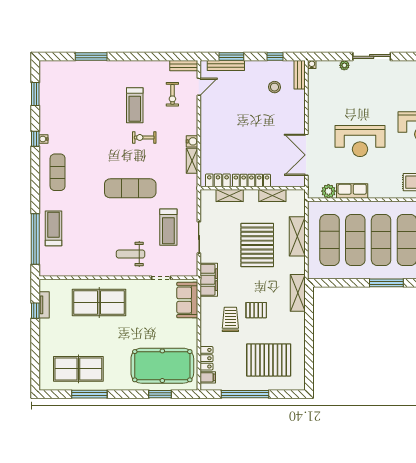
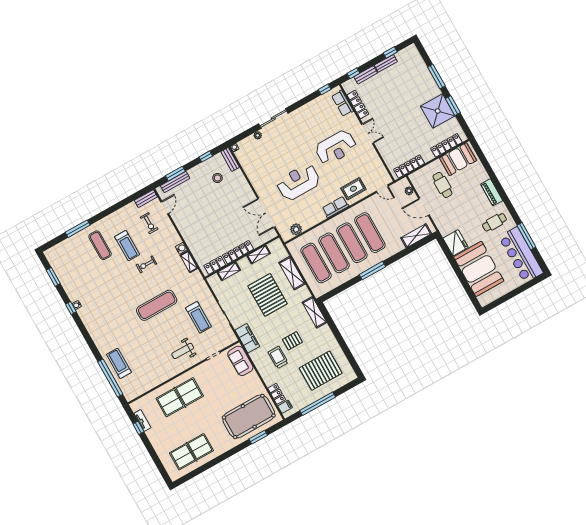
reception desk: (360, 141) -> (298, 182), turned 180
exercise mat: (58, 172) -> (100, 245), moved
row of seats: (352, 191) -> (335, 207), moved
window: (89, 394) -> (209, 465), removed

